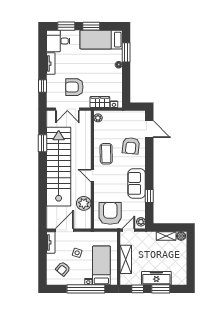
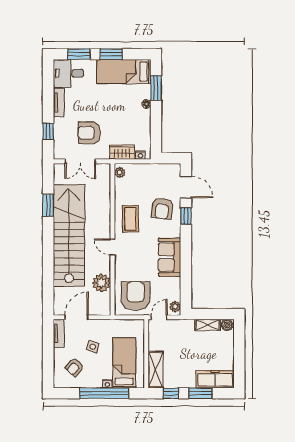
window: (149, 196) -> (186, 216), moved
shelving: (126, 259) -> (156, 370), moved
freezer: (156, 278) -> (215, 379), moved

